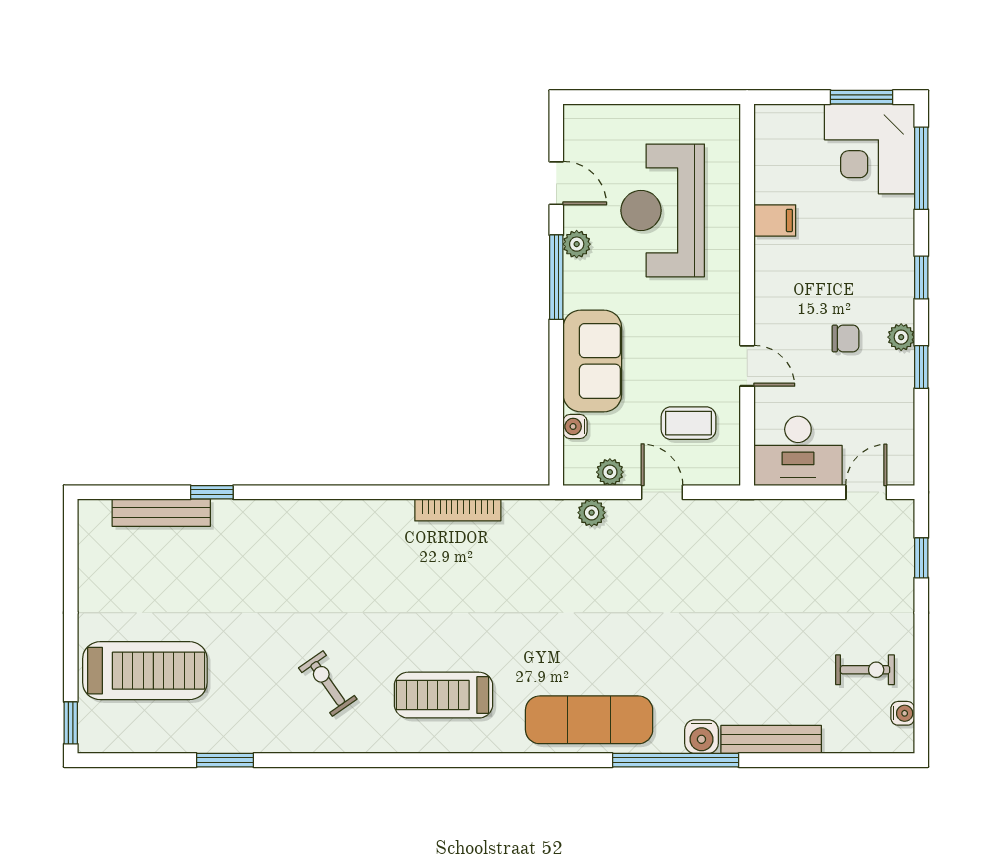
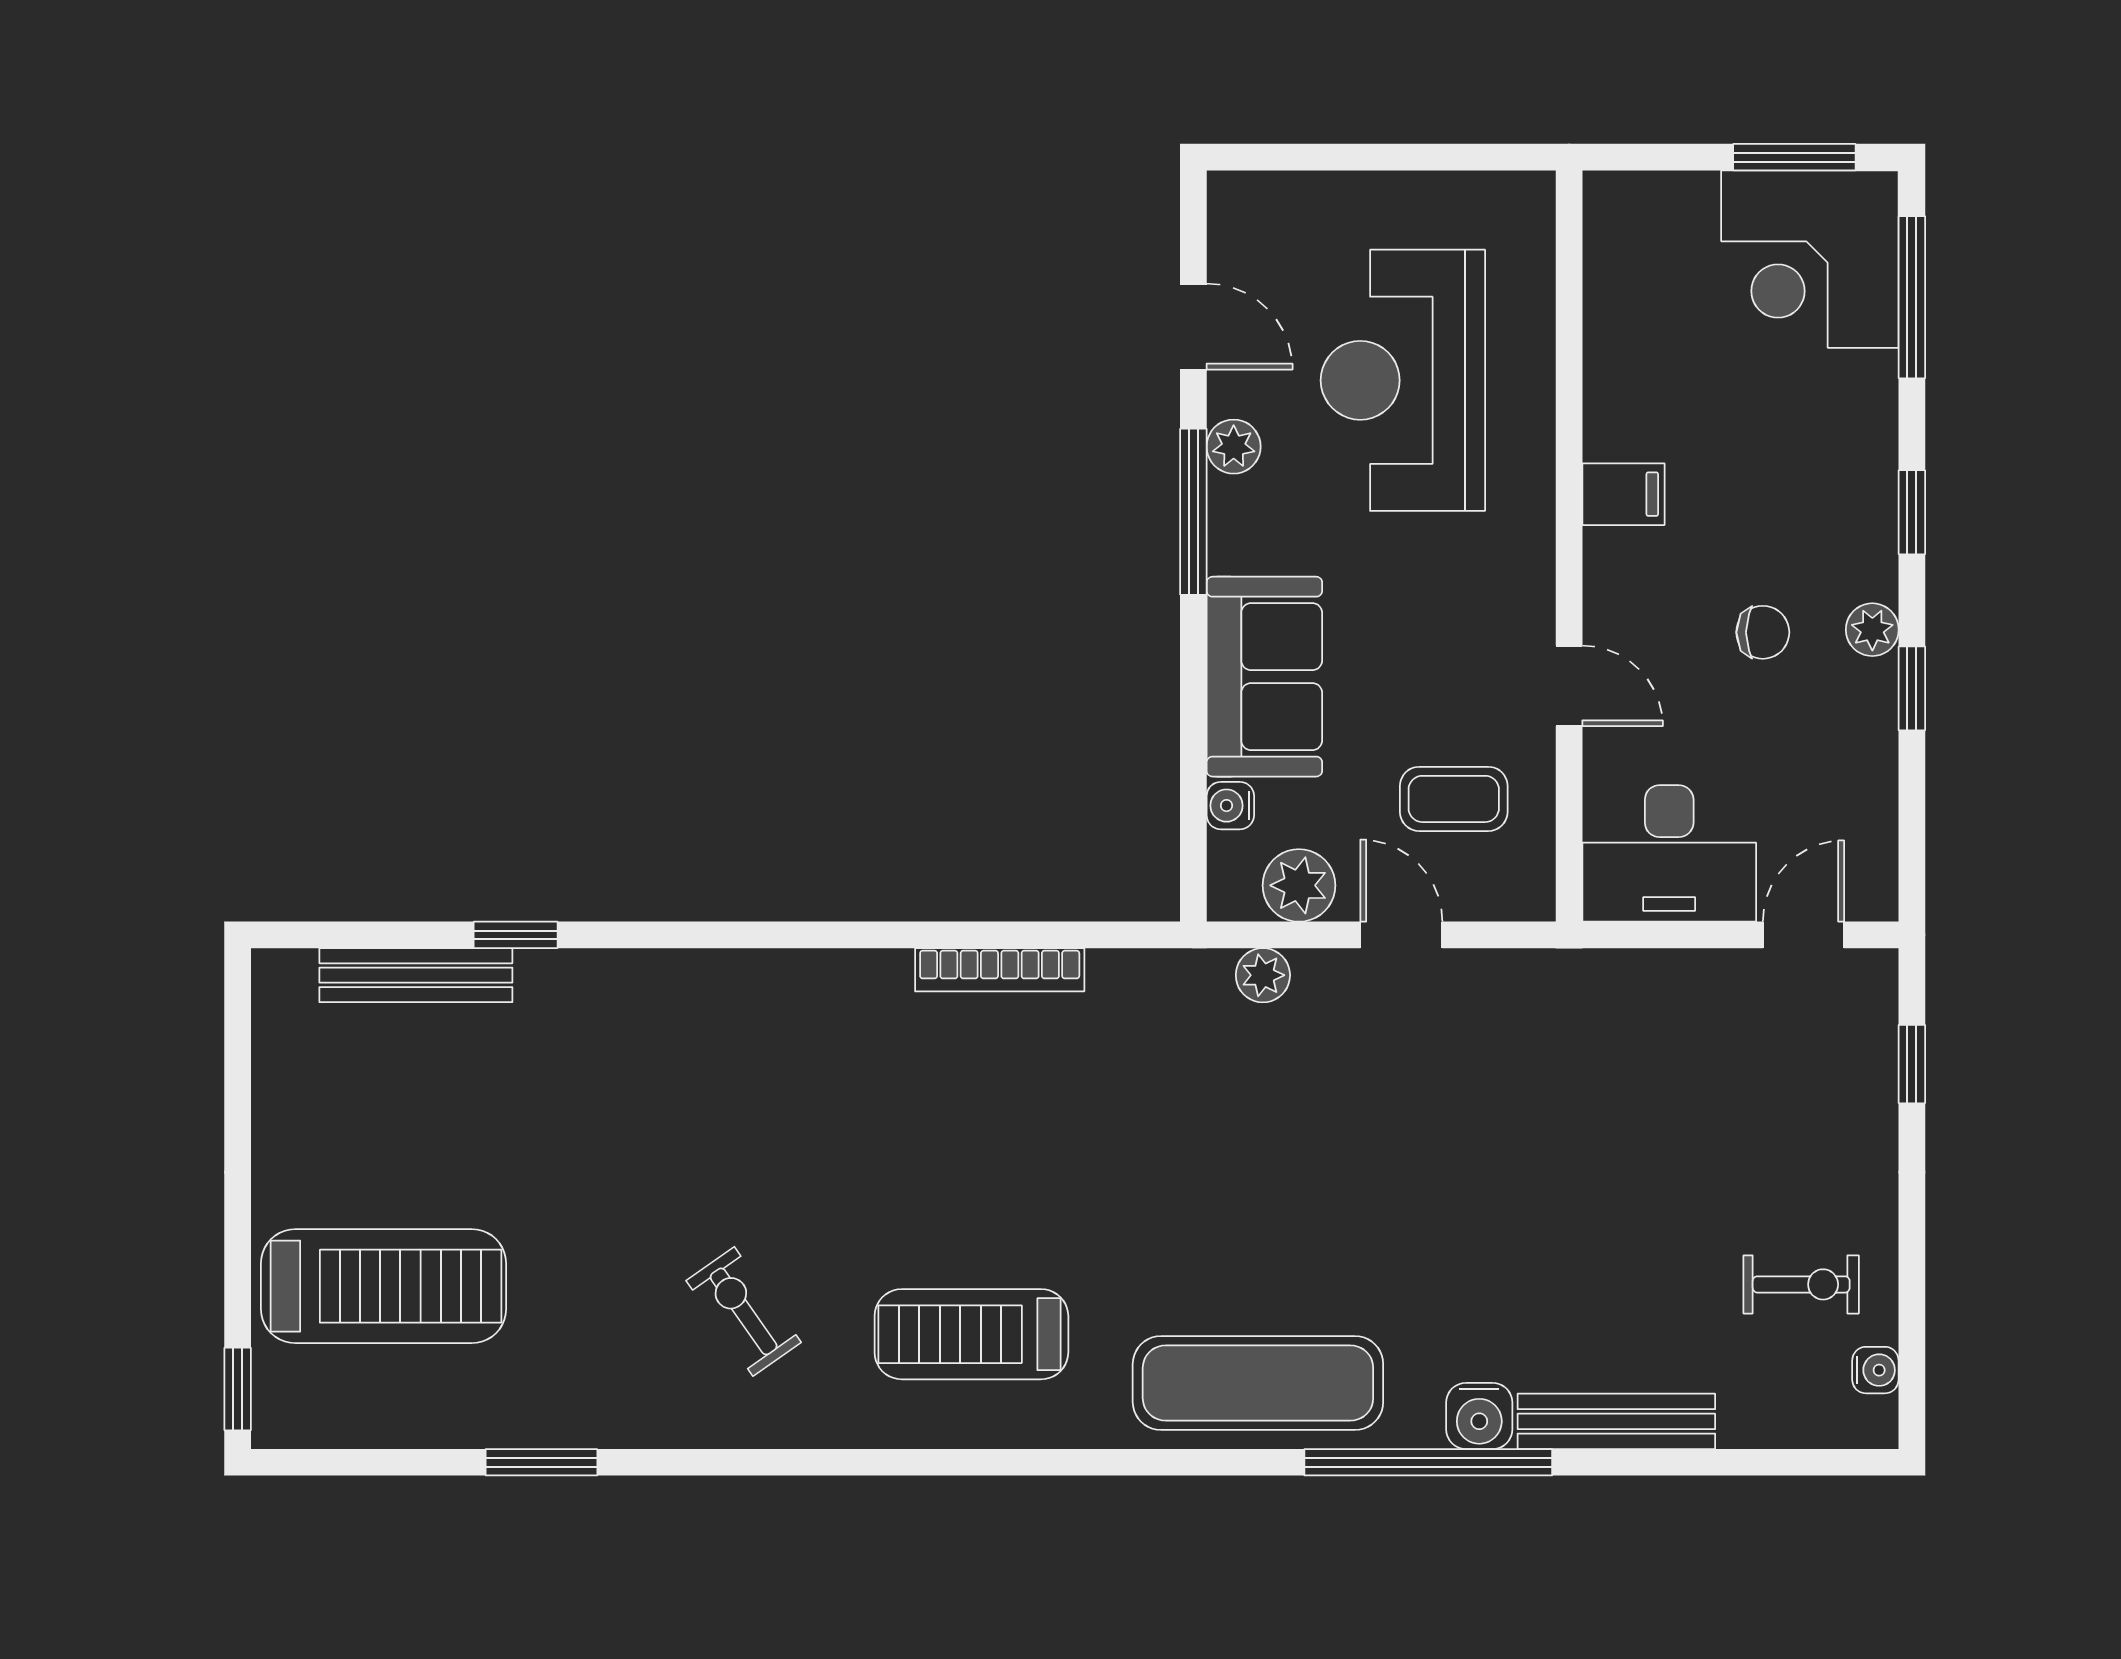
filing cabinet: (775, 220) -> (1623, 494), moved
plant: (610, 472) -> (1299, 885), width x1.38, depth x1.38

